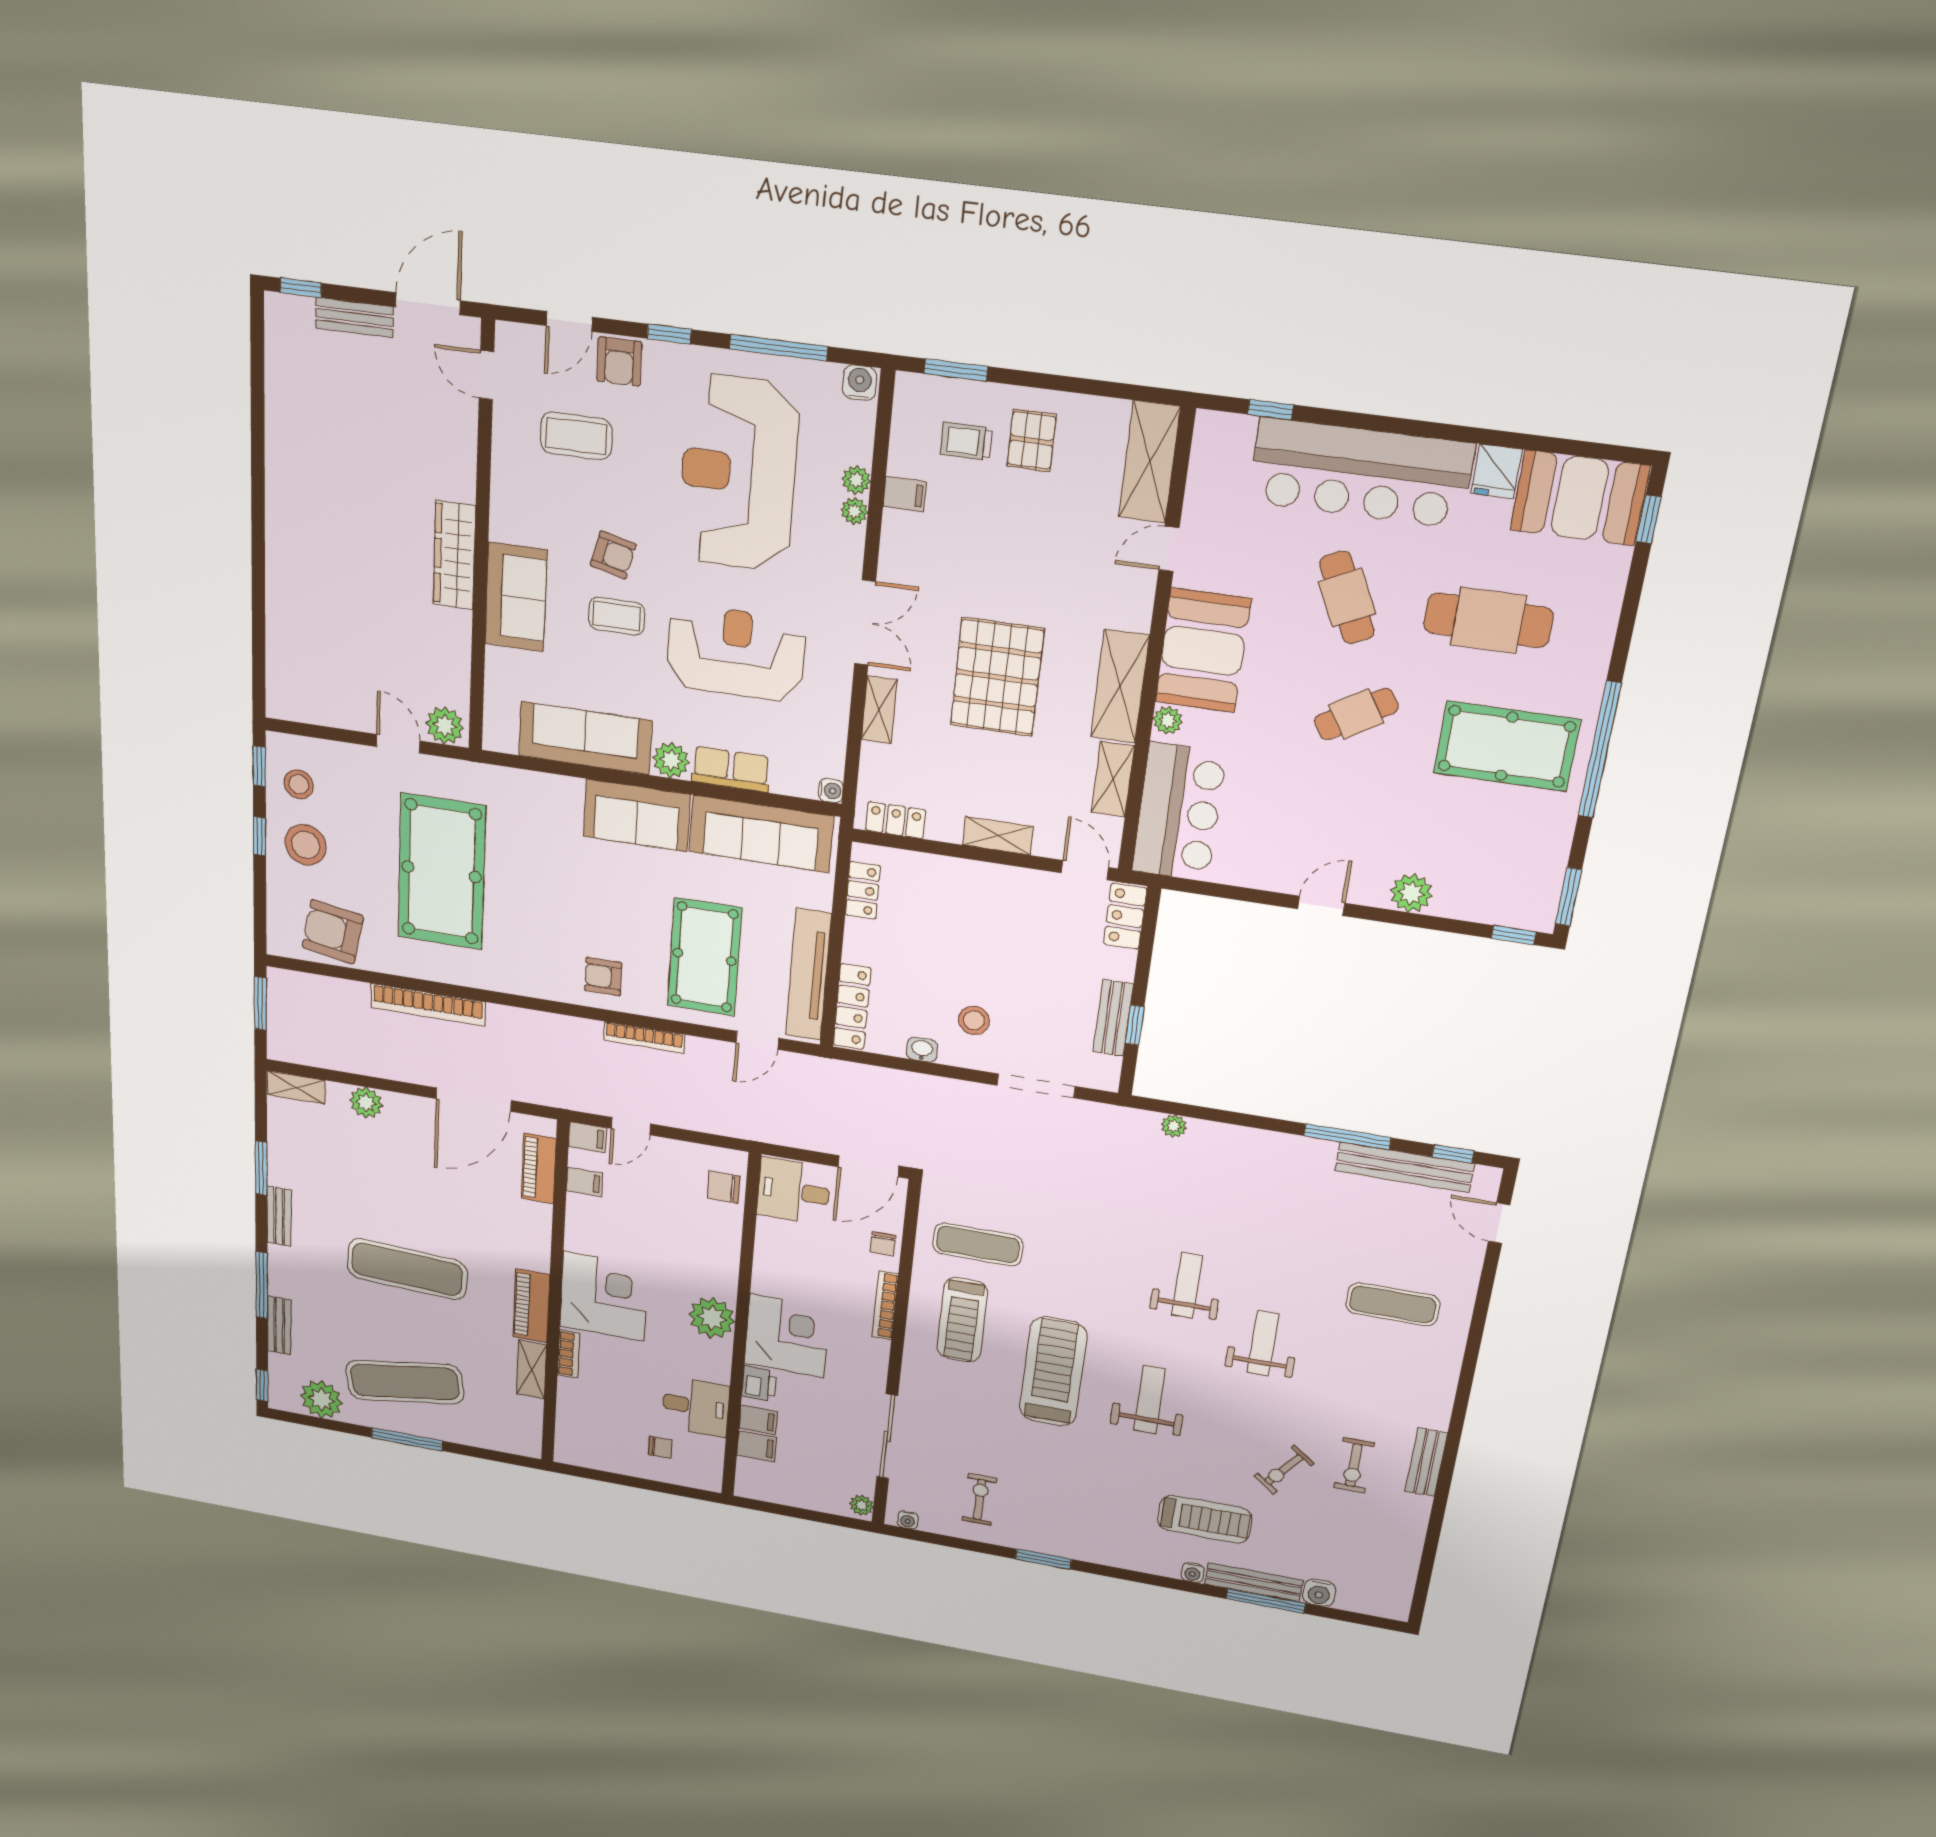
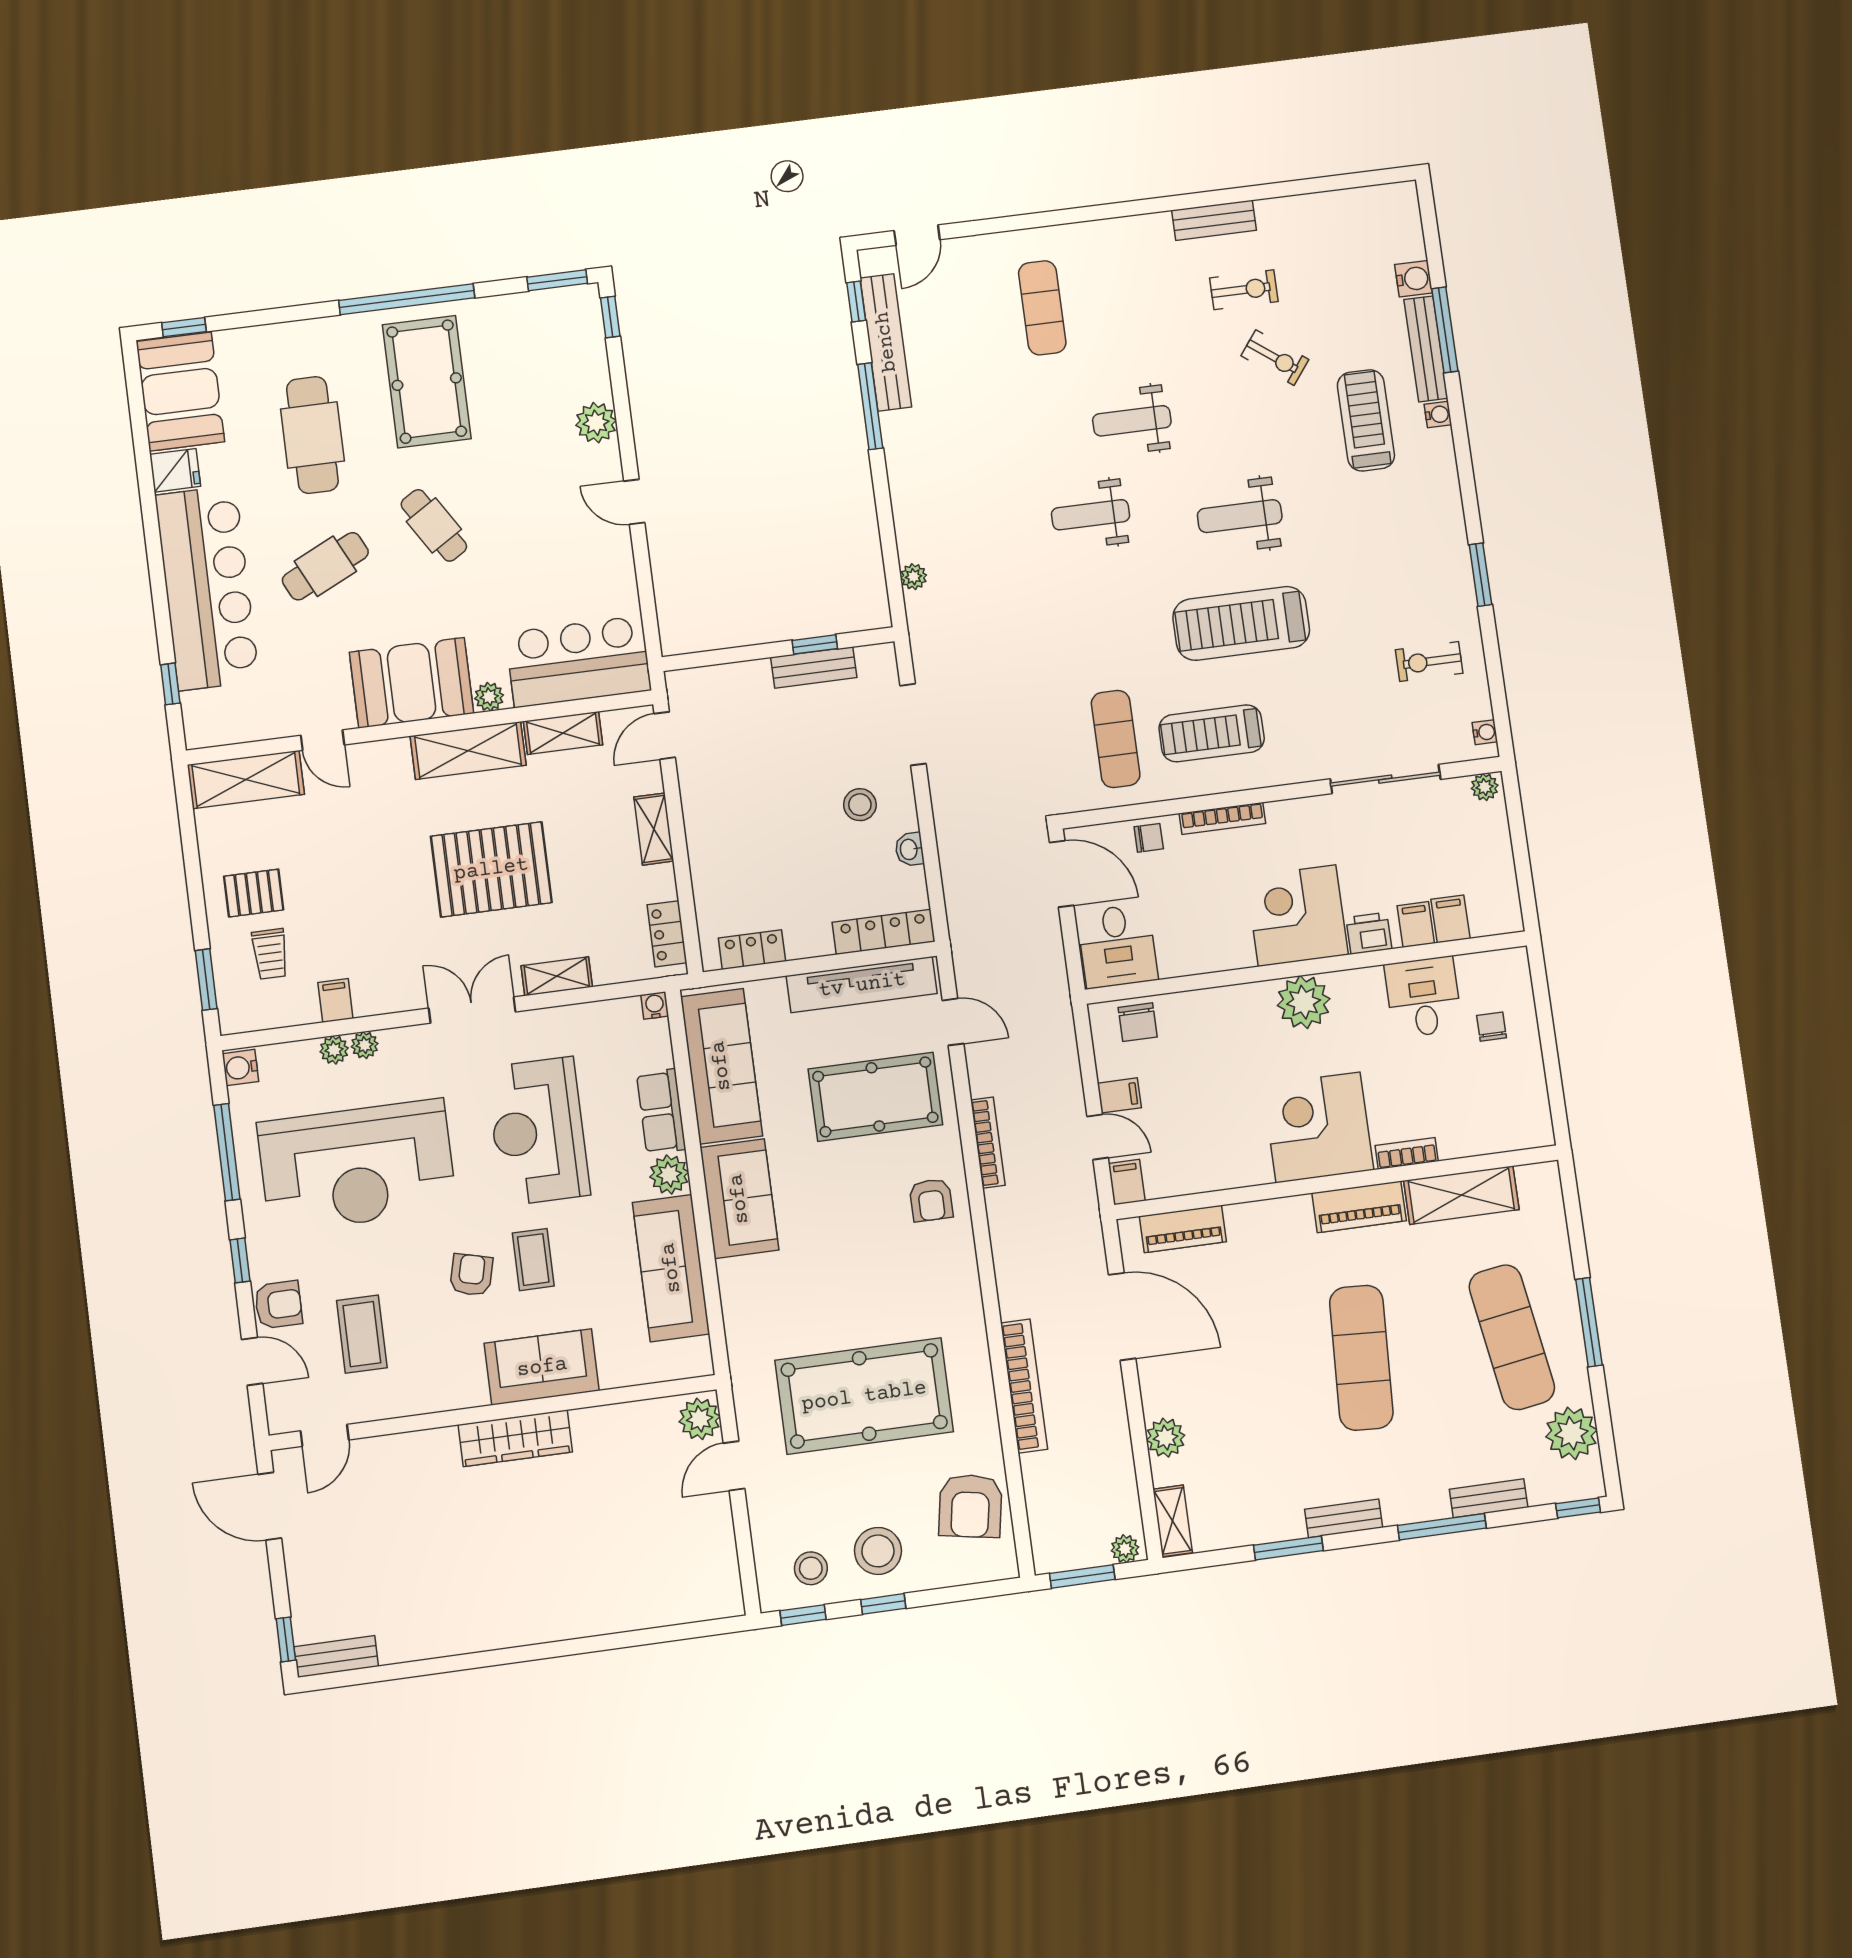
bench: (354, 317) -> (336, 1656), moved, turned 90
locker: (1125, 916) -> (701, 684), removed
plant: (278, 1044) -> (1125, 1549), added
filing cabinet: (584, 1182) -> (1119, 1095), moved, turned 90
treadmill: (962, 1320) -> (1212, 733), turned 180
shelving: (532, 1370) -> (1461, 1195), width x1.50, depth x1.33

